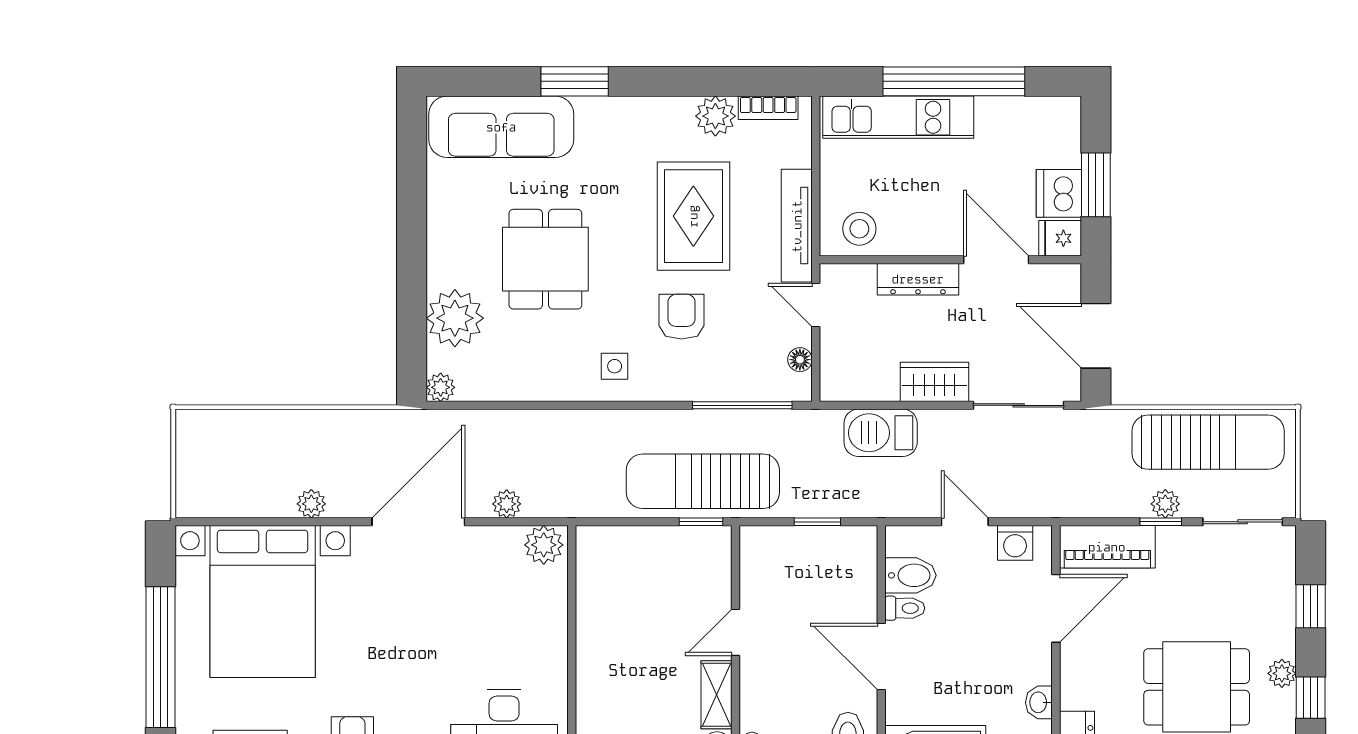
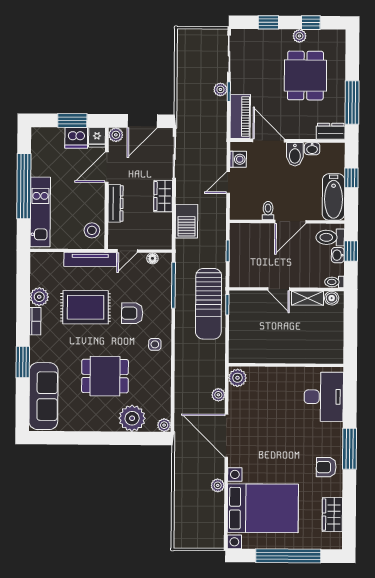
bookcase: (768, 108) -> (35, 321), moved
plant: (1066, 279) -> (116, 135), added
sun lounger: (1208, 442) -> (192, 69), removed
bidet: (910, 575) -> (295, 154), moved, turned 180

